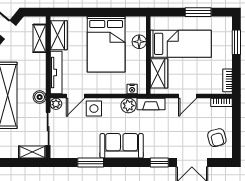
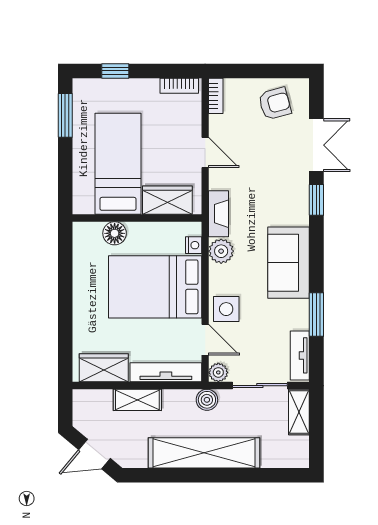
window: (198, 12) -> (65, 115), moved
shelving: (40, 38) -> (137, 400), moved
window: (236, 42) -> (115, 71), width x0.67
bed: (106, 44) -> (155, 287), moved, turned 180
tv unit: (66, 153) -> (300, 355), added

